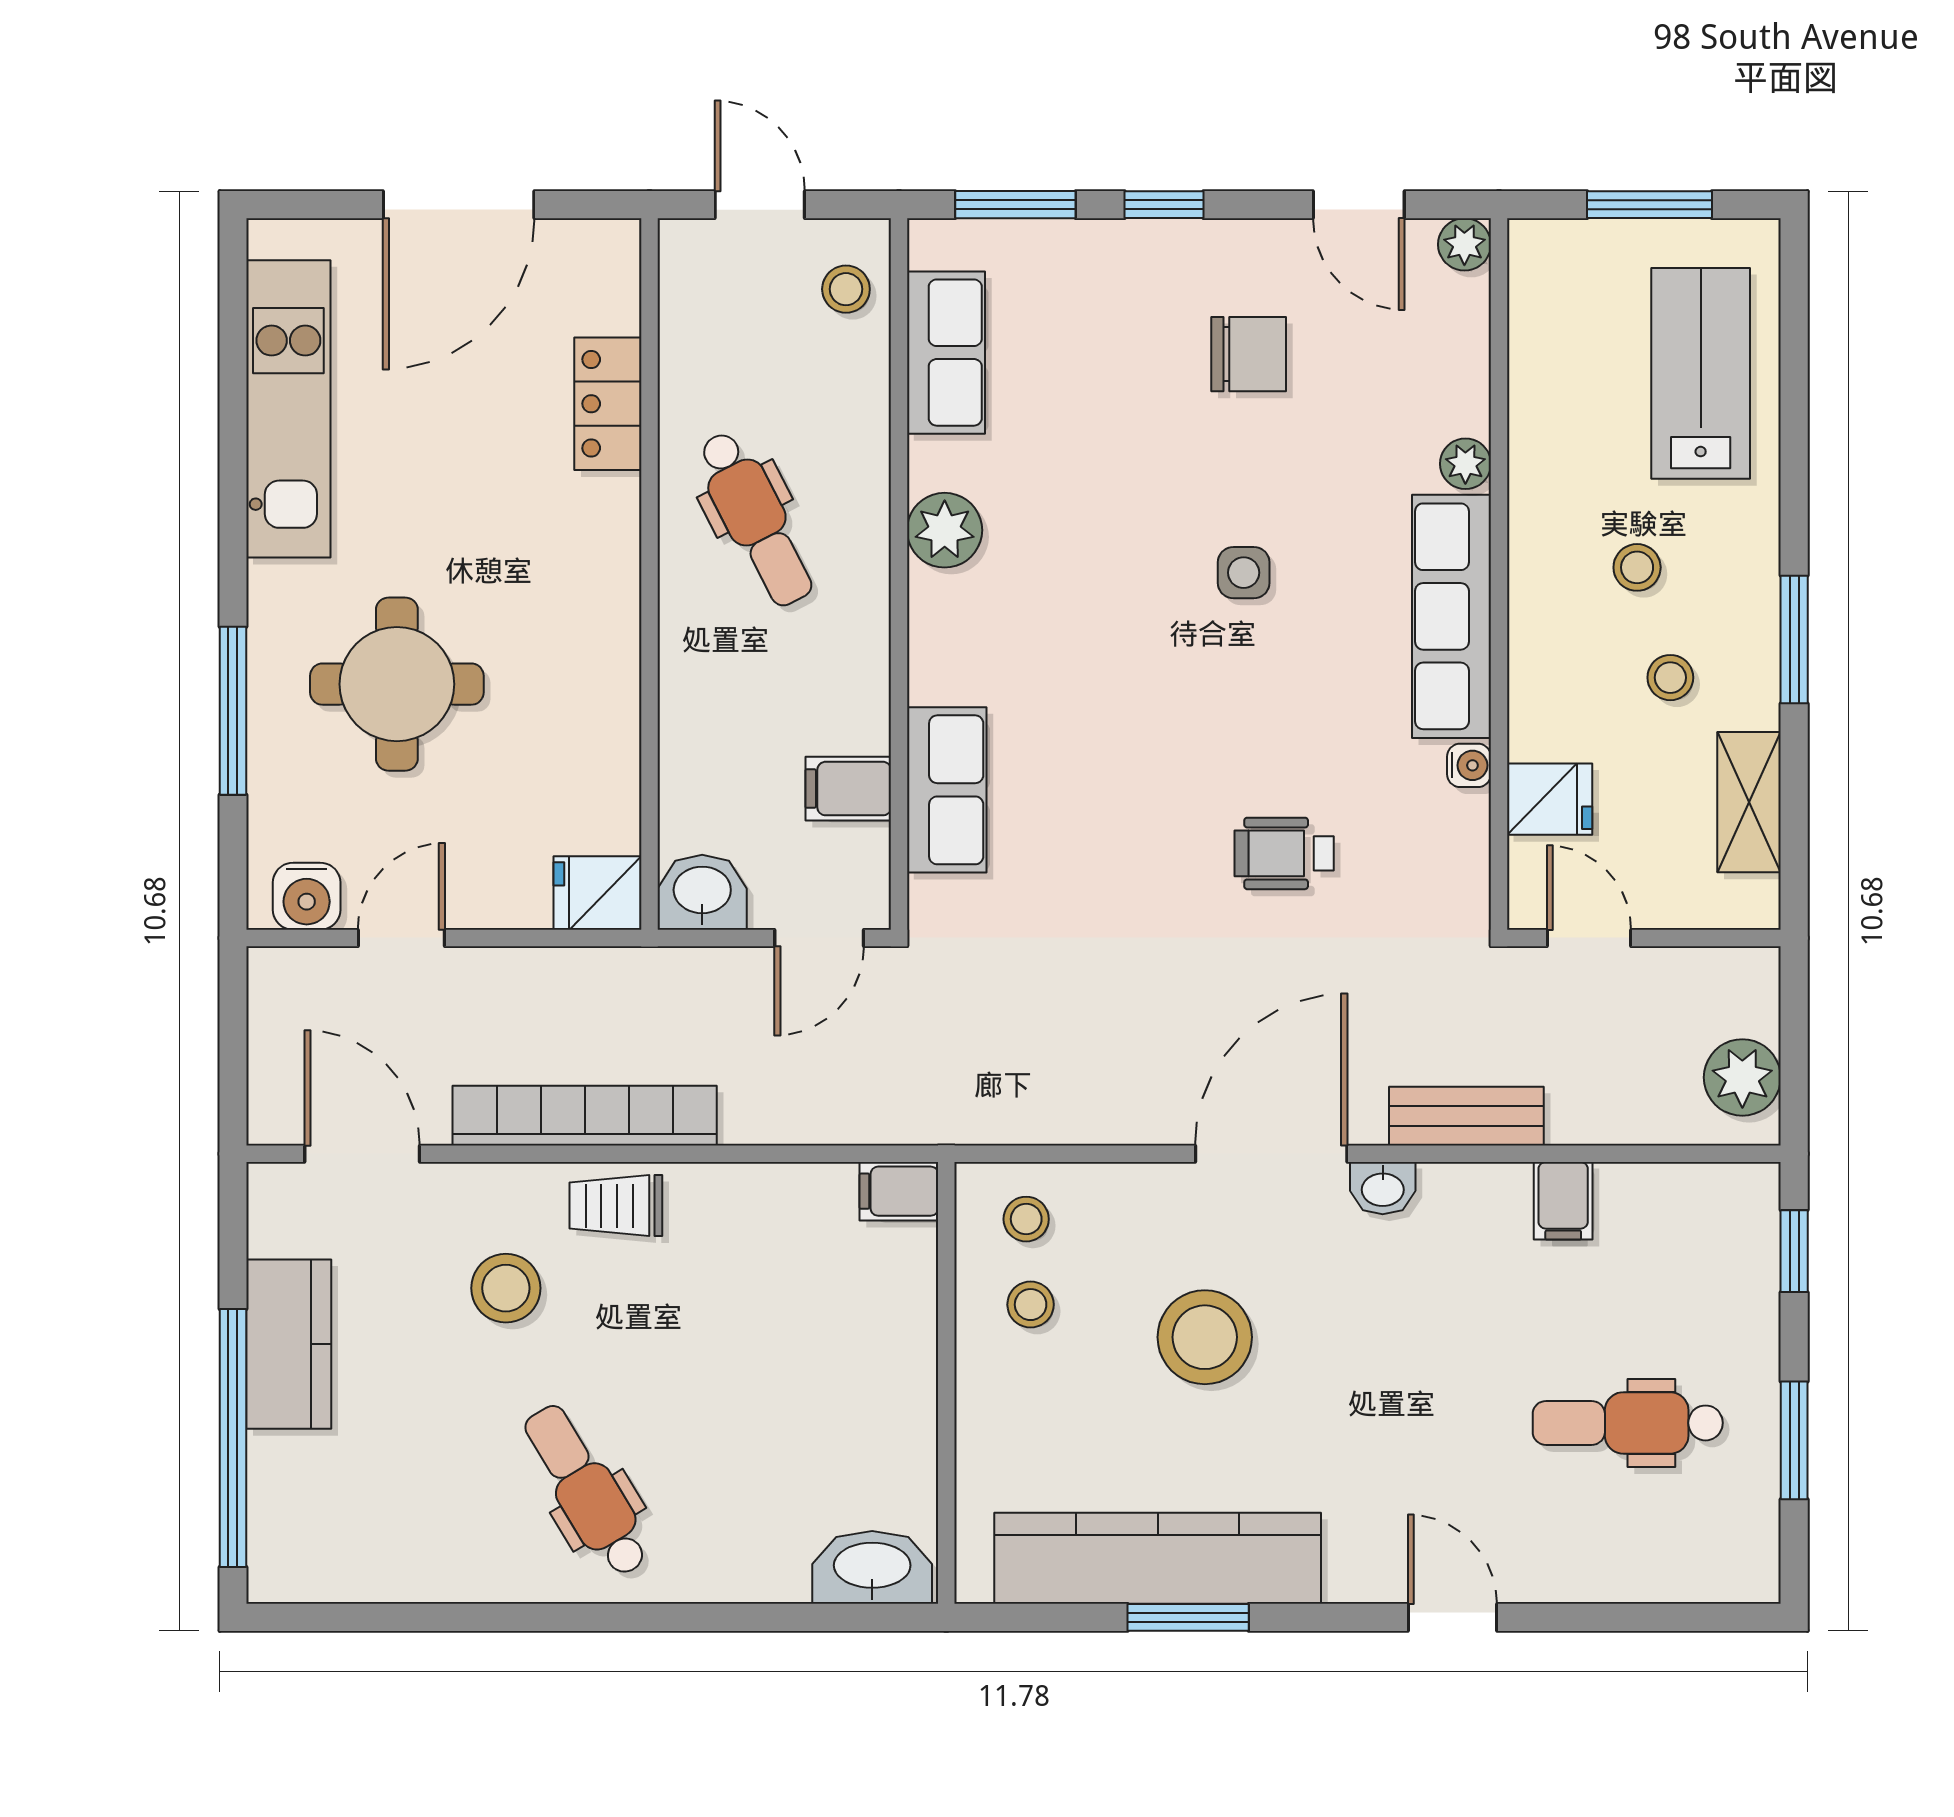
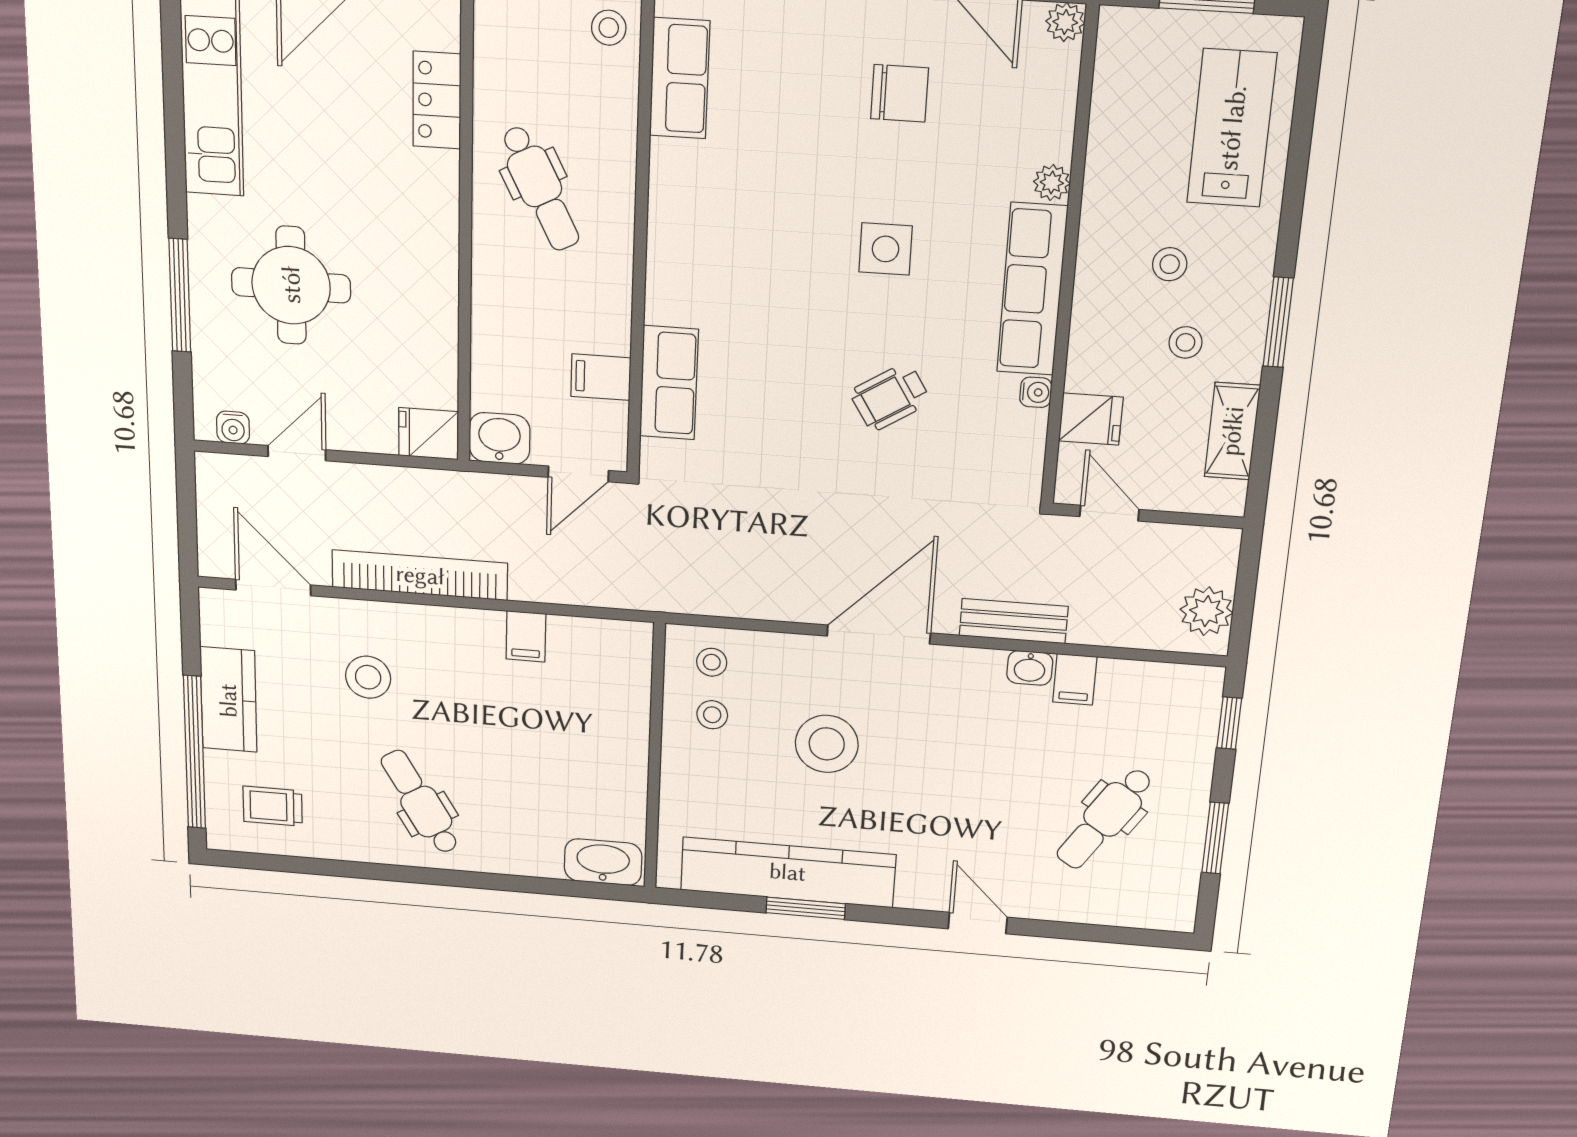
plant: (945, 530) -> (674, 205), removed
side table: (1244, 573) -> (886, 249), width x1.37, depth x1.37
wheelchair: (1284, 853) -> (890, 397), moved, turned -32
water cooler: (307, 896) -> (233, 427), width x0.72, depth x0.72
washbasin: (1383, 1188) -> (1030, 668), moved
filing cabinet: (899, 1191) -> (526, 636), moved, turned -90
trolley: (616, 1206) -> (273, 806), moved
dental chair: (1628, 1423) -> (1105, 818), turned -57

